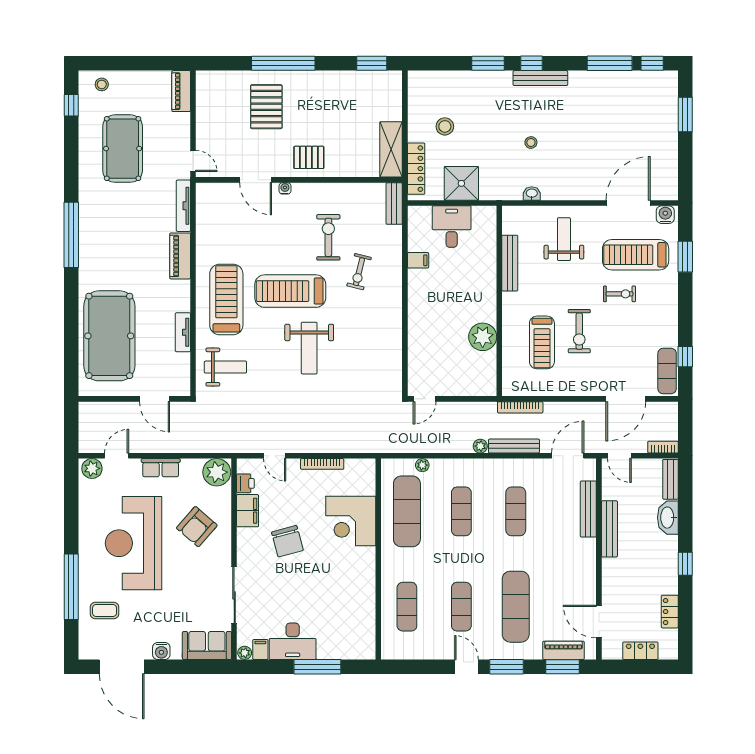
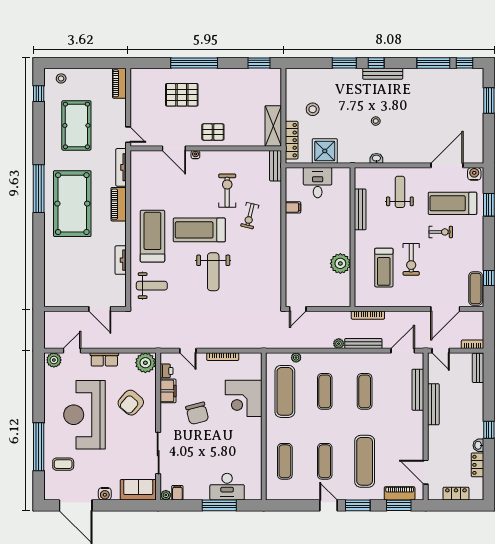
pallet: (266, 107) -> (182, 95), turned 90
pool table: (109, 336) -> (72, 204), moved
washbasin: (668, 518) -> (478, 445), moved, width x0.52, depth x0.69
desk: (293, 641) -> (227, 487), moved

